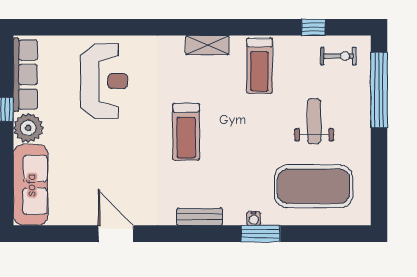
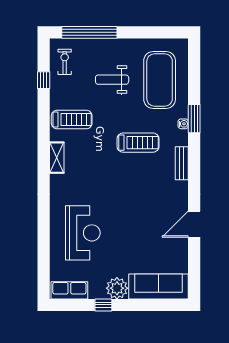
row of seats: (25, 75) -> (69, 290), width x0.68
reception desk: (104, 81) -> (83, 233), turned 90
treadmill: (186, 132) -> (138, 143), moved

